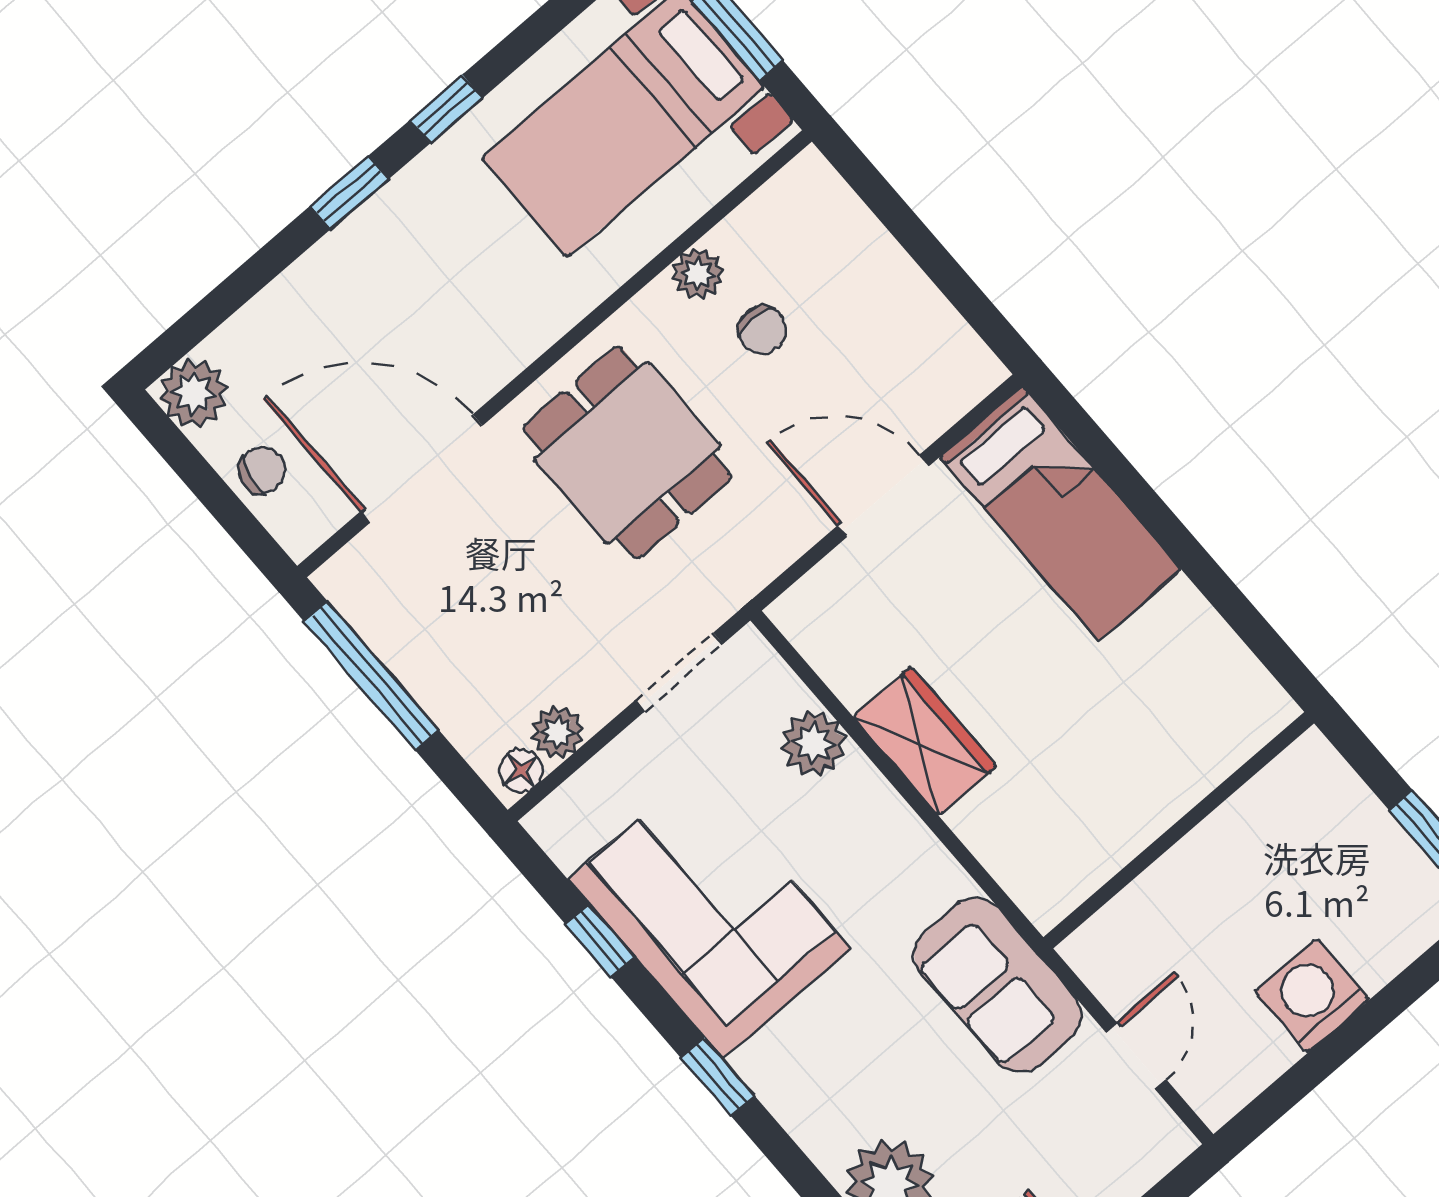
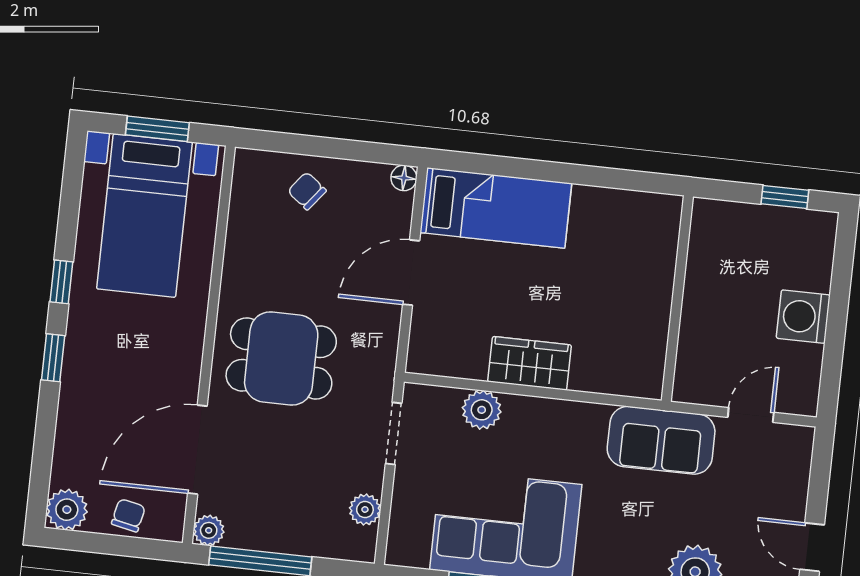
plant: (698, 274) -> (209, 530), moved
chair: (762, 330) -> (307, 191), moved, turned -142
floor lamp: (521, 770) -> (404, 178), moved
door: (1136, 1056) -> (751, 415), hinge flipped

